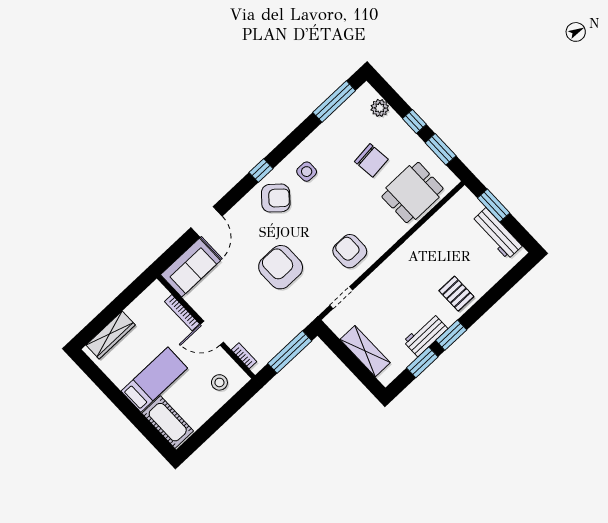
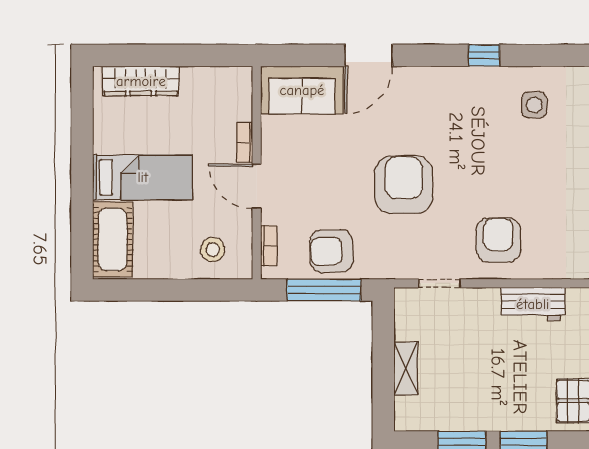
armchair: (276, 198) -> (331, 251), moved, turned 137
bookcase: (182, 313) -> (245, 143), width x0.64
workbench: (426, 335) -> (533, 304), moved, turned 180
shelving: (365, 351) -> (406, 369), width x0.67, depth x0.75

